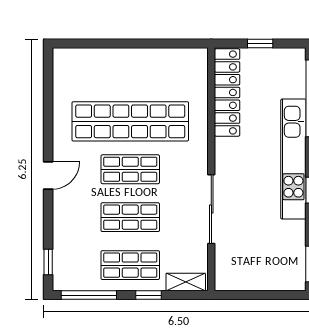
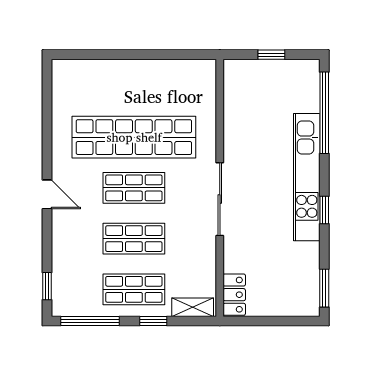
locker: (227, 92) -> (234, 295), moved, width x0.46, depth x0.83
door: (48, 176) -> (47, 194), hinge flipped
sliding door: (211, 209) -> (220, 199), moved

